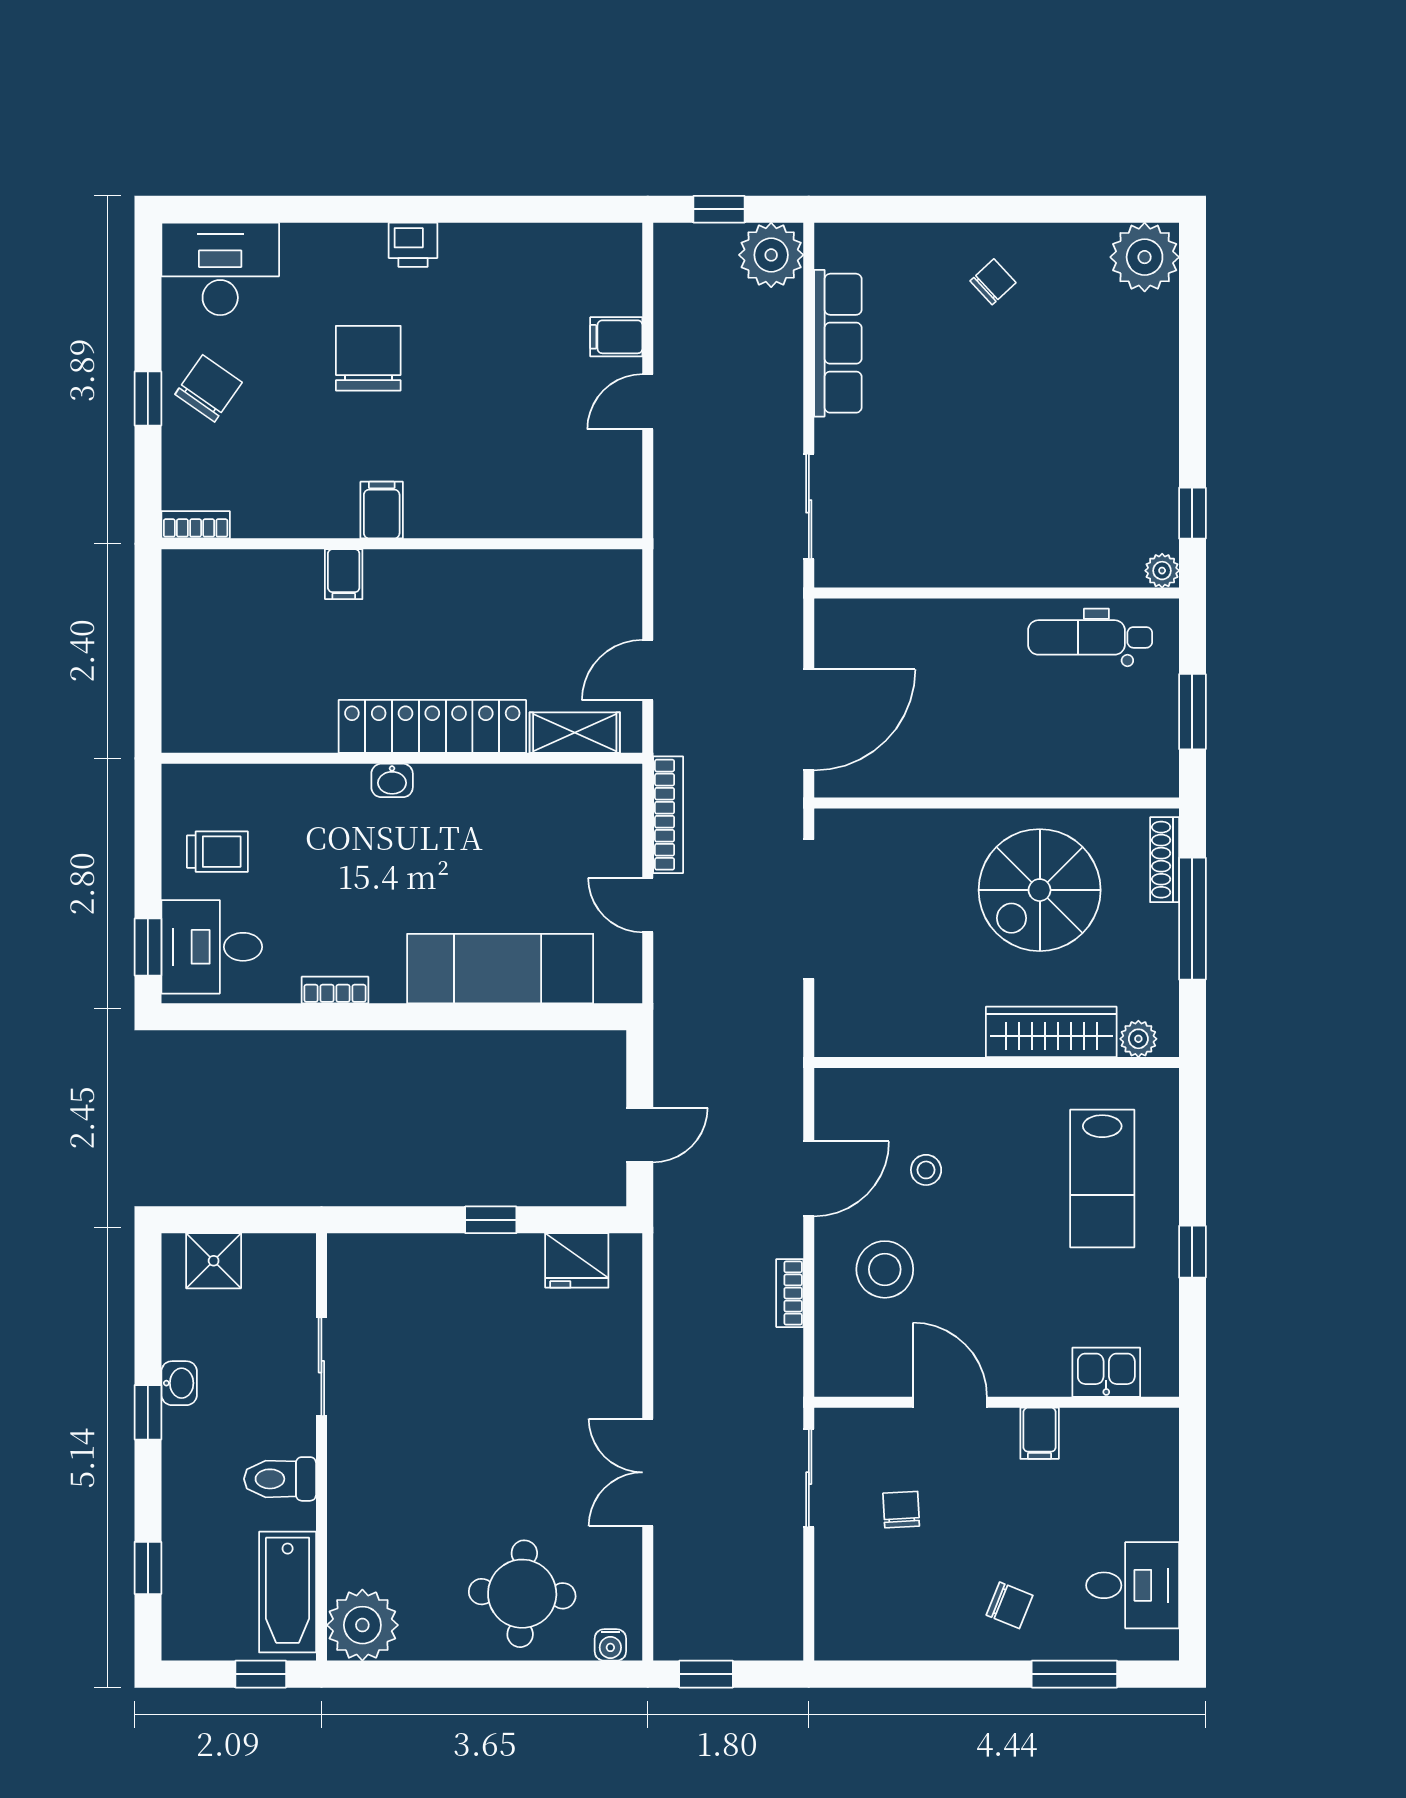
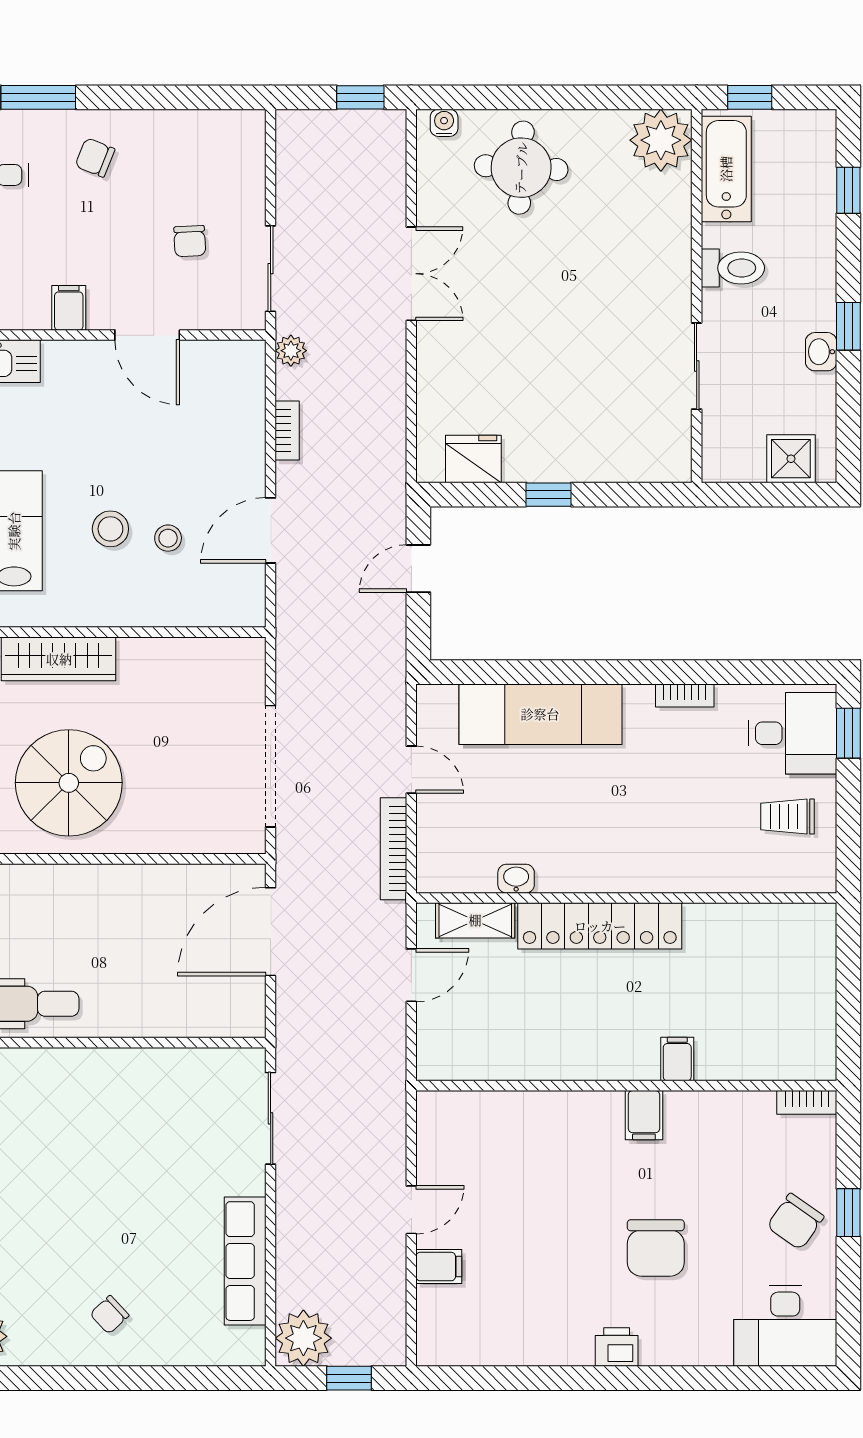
washbasin: (392, 780) -> (516, 879), moved
stool: (885, 1269) -> (110, 529), moved, width x0.73, depth x0.73
plant: (785, 1384) -> (291, 351), added

